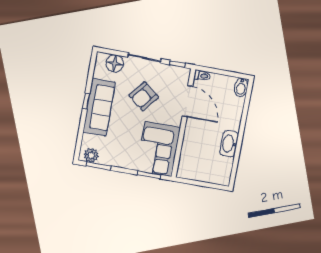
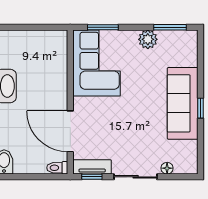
floor lamp: (115, 63) -> (167, 168), width x0.53, depth x0.53
tv unit: (176, 72) -> (92, 167), added
armchair: (144, 96) -> (128, 128), removed
plant: (91, 155) -> (148, 39), moved

